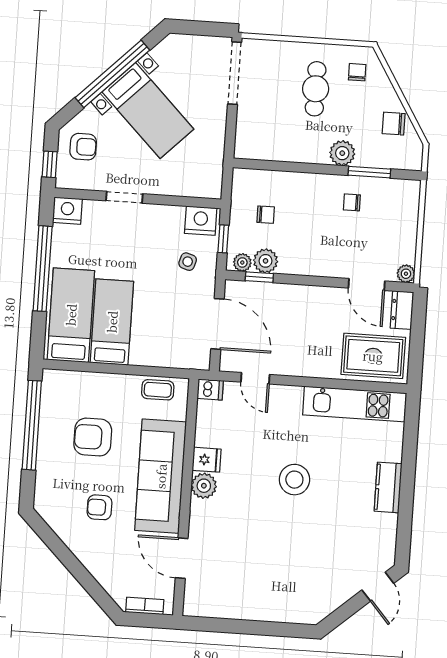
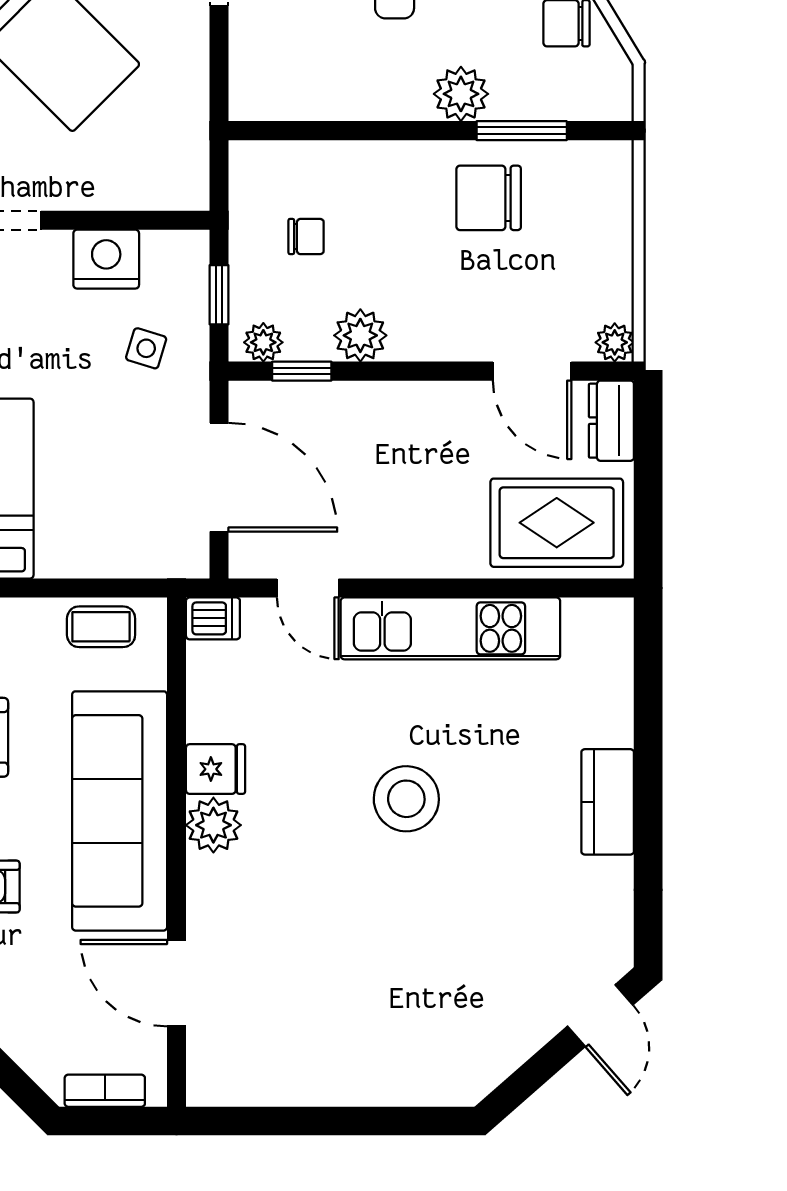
chair: (352, 202) -> (489, 198), width x1.87, depth x1.87
nightstand: (201, 221) -> (106, 259), moved
plant: (266, 261) -> (360, 335), moved
kitchen unit: (355, 404) -> (450, 628), moved

